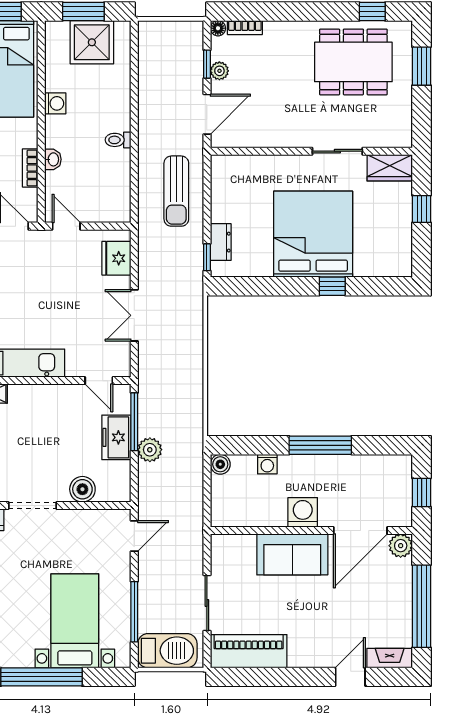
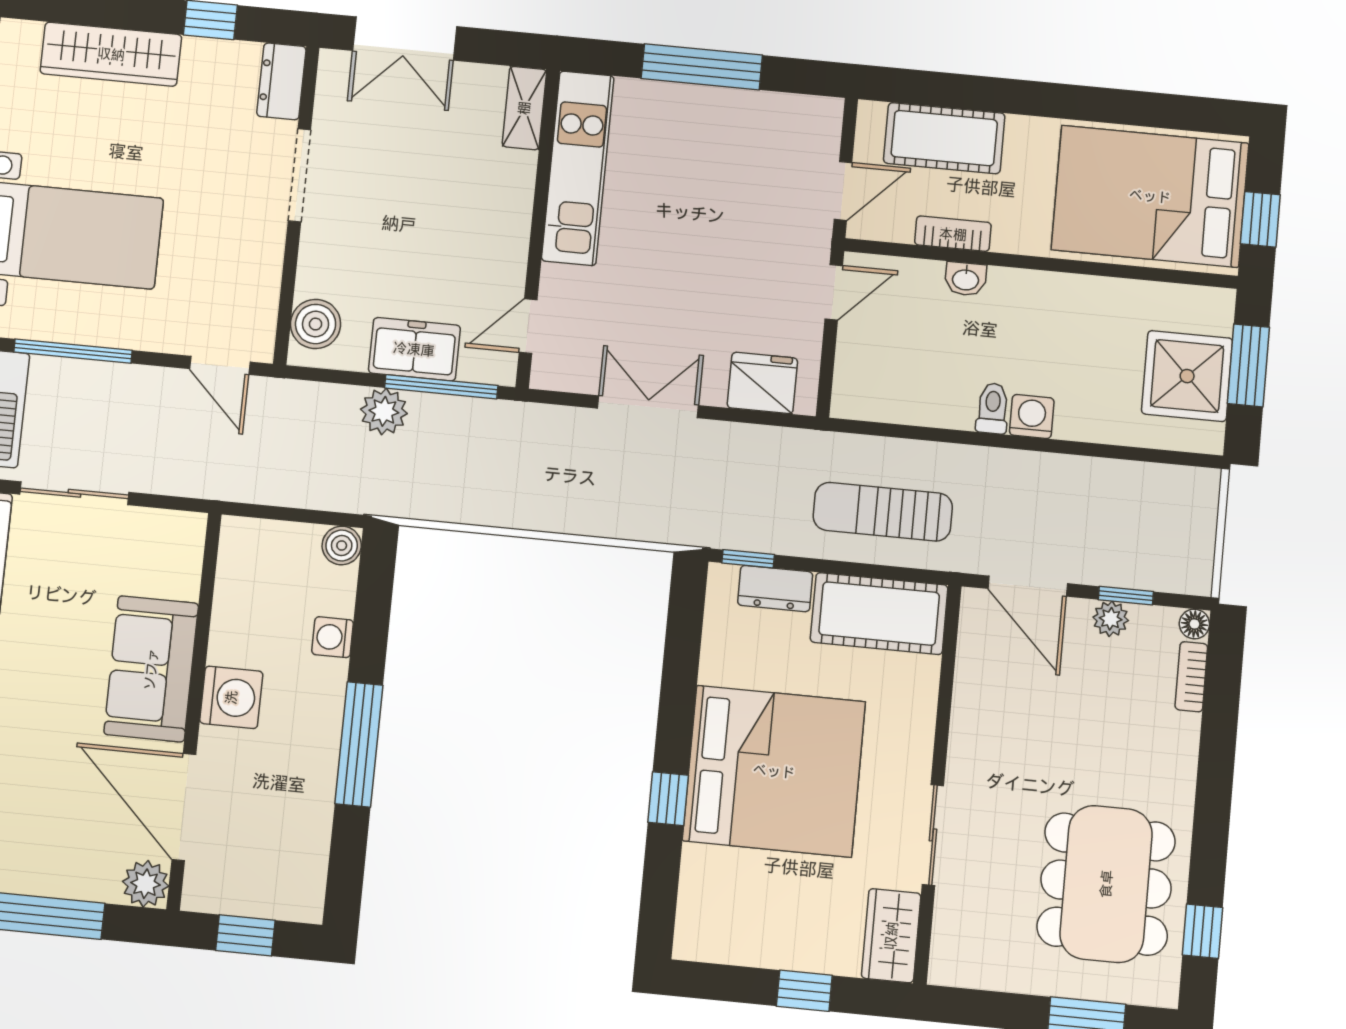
washing machine: (55, 103) -> (1032, 417), moved, turned 180
cot: (228, 188) -> (879, 614), added
boiler: (82, 489) -> (316, 324), moved

